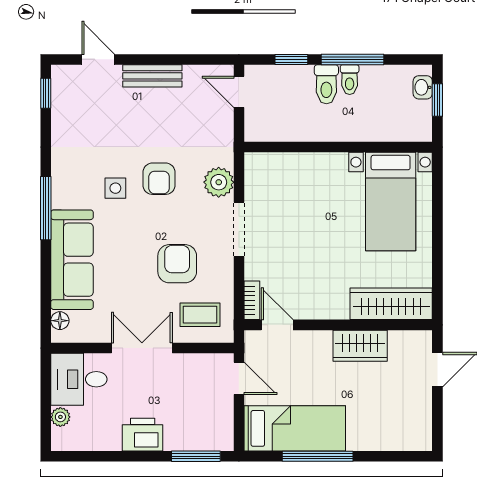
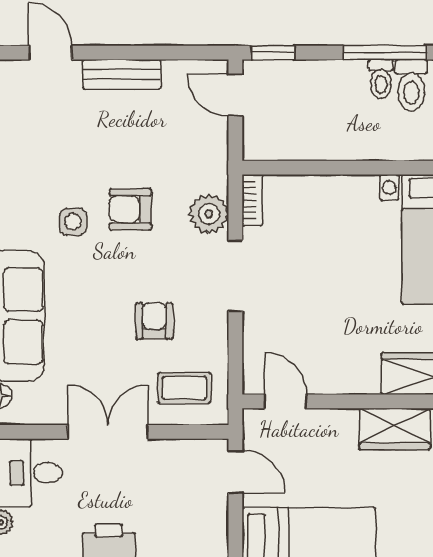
window: (291, 59) -> (273, 53), moved
toilet: (326, 84) -> (411, 85), moved
armchair: (159, 179) -> (130, 209), turned 90
armchair: (177, 264) -> (154, 321), width x0.72, depth x0.72
bookcase: (252, 300) -> (252, 200), moved

